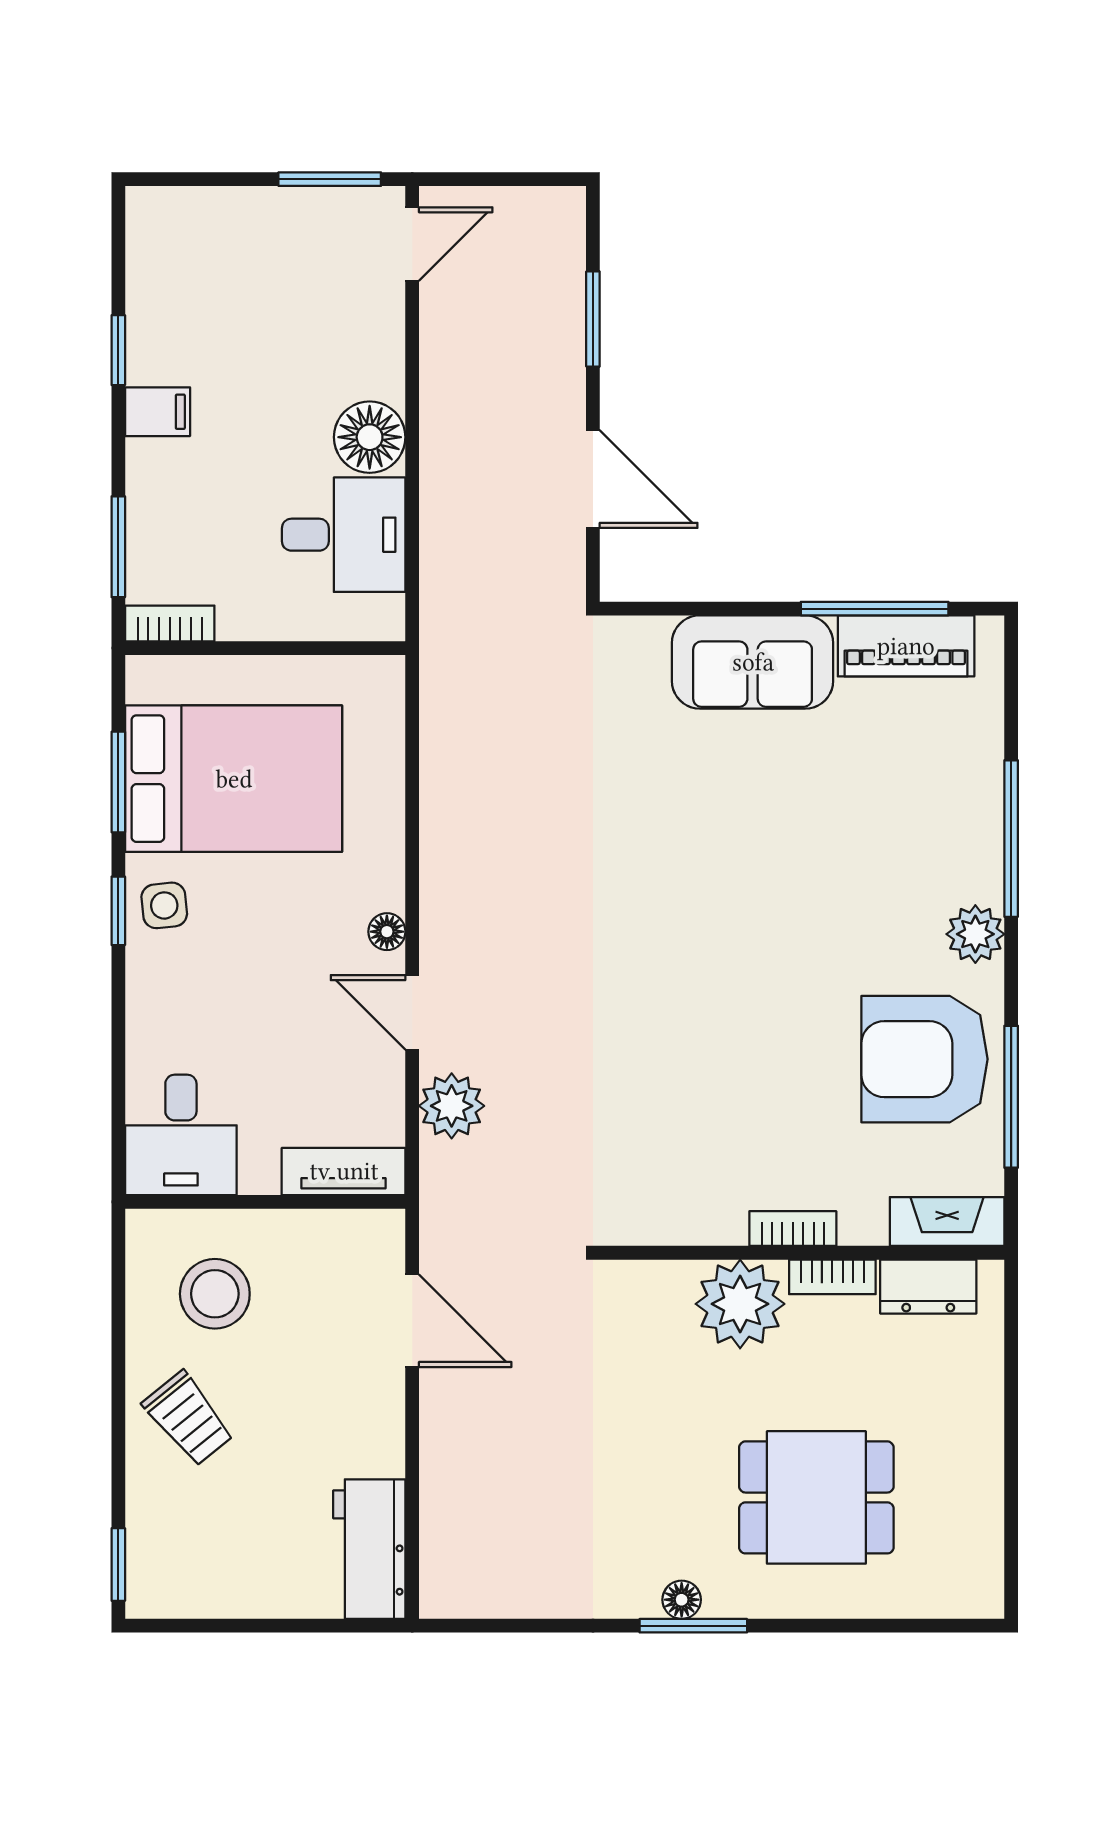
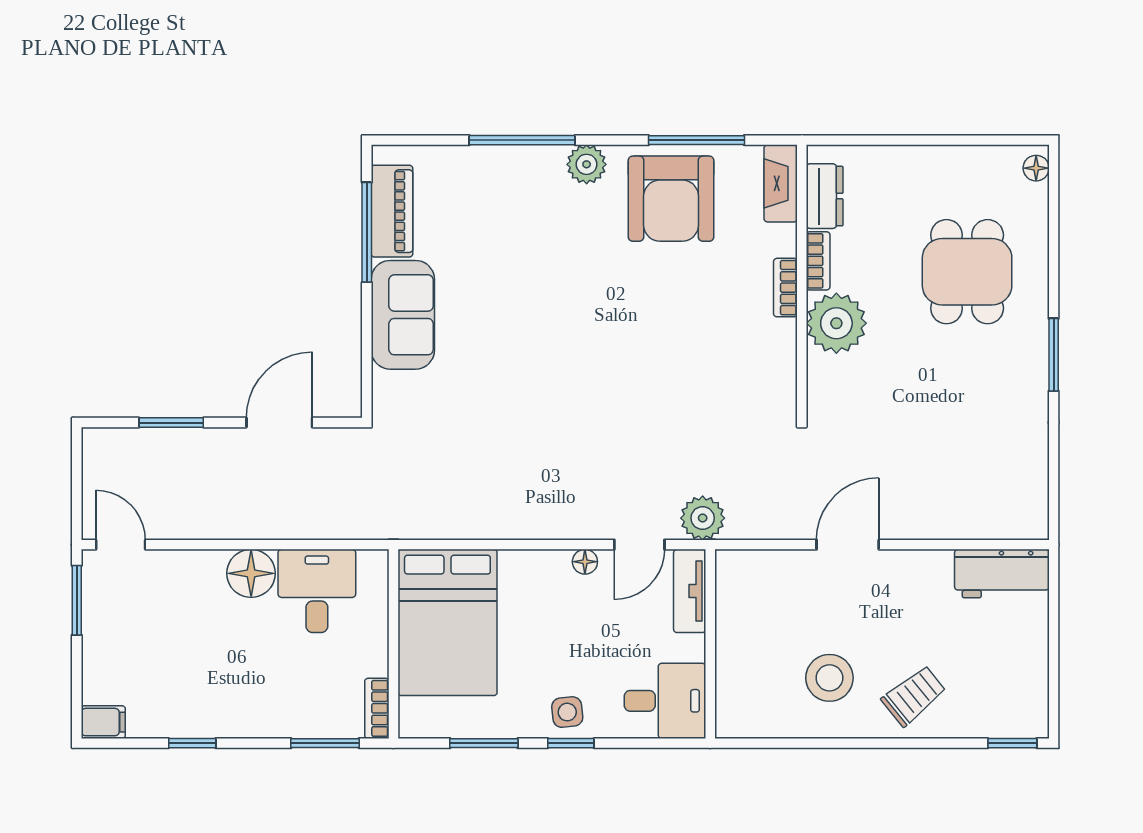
filing cabinet: (158, 412) -> (103, 722), moved, turned 90
bed: (234, 779) -> (447, 622), moved, turned 180
desk: (181, 1135) -> (665, 701), moved
tv unit: (344, 1171) -> (690, 591), moved
wall: (265, 1202) -> (710, 644), moved
floor lamp: (682, 1600) -> (1036, 168), moved

